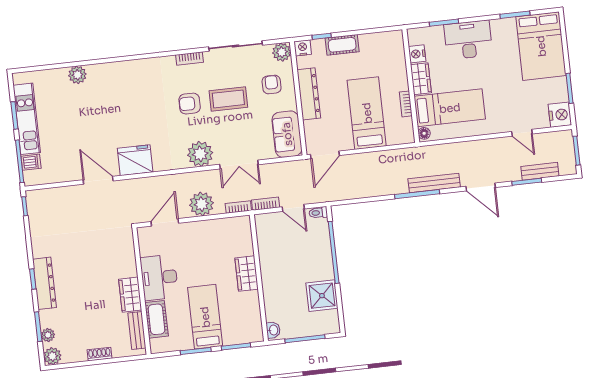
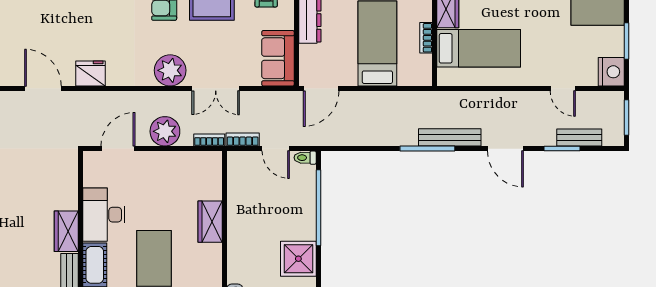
floor lamp: (424, 133) -> (444, 76), removed
fridge: (135, 160) -> (91, 73), width x0.73, depth x0.75

